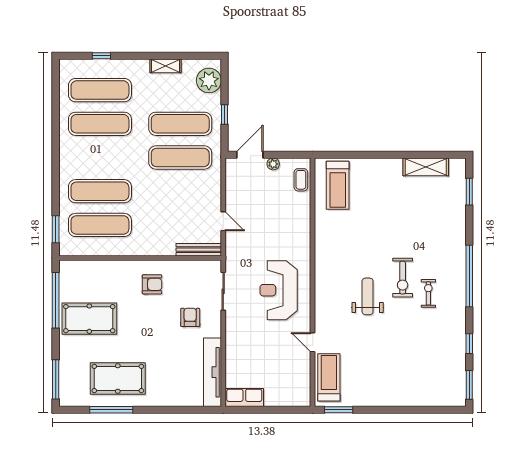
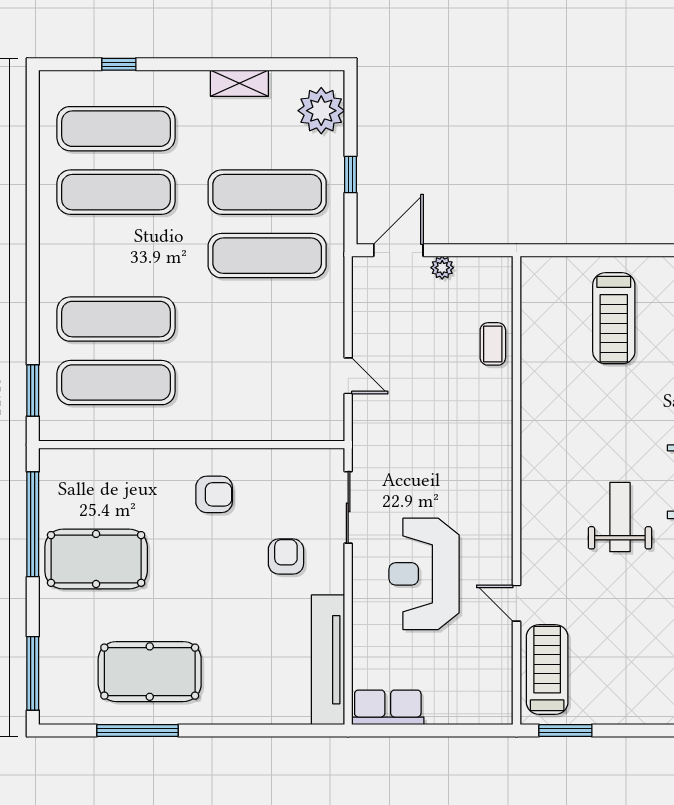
coffee table: (301, 180) -> (493, 344), moved
treadmill: (338, 185) -> (614, 318), moved
bench: (199, 250) -> (302, 429), removed
reception desk: (279, 290) -> (424, 574), moved

